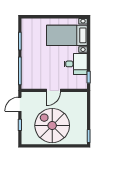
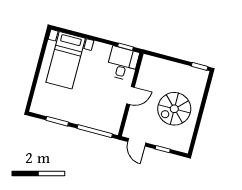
desk: (76, 64) -> (122, 64), moved
door: (53, 90) -> (131, 95), hinge flipped
spiral stairs: (52, 126) -> (174, 109), width x0.73, depth x0.73

